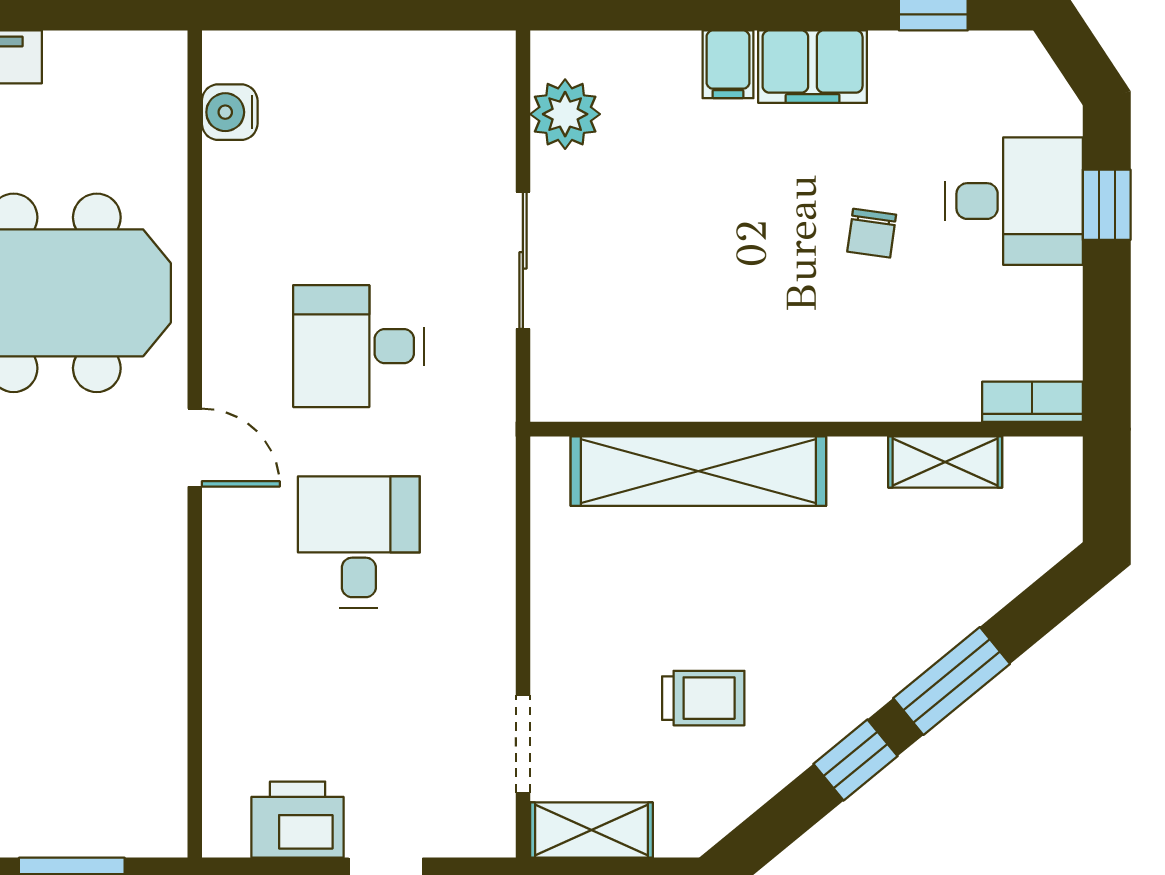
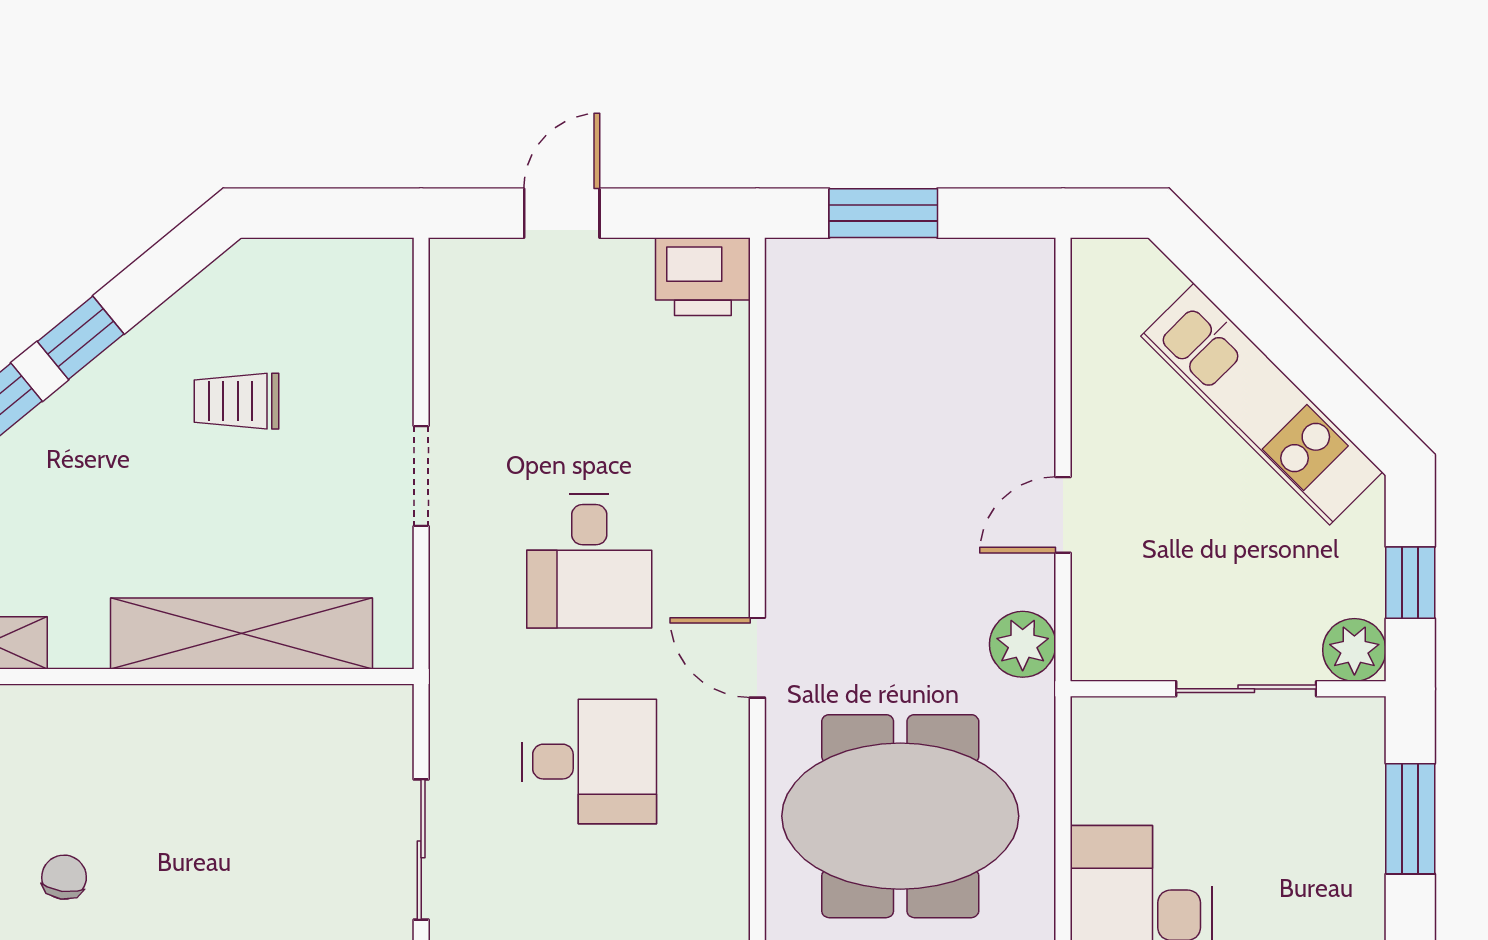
doorway: (523, 744) -> (421, 476), moved
printer: (298, 820) -> (703, 277), moved
shelving: (592, 830) -> (351, 266), removed

